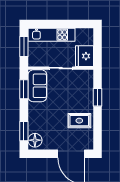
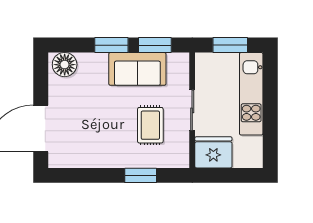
sofa: (37, 86) -> (137, 69), moved
rug: (79, 121) -> (150, 125), moved
window: (24, 131) -> (111, 45), moved

